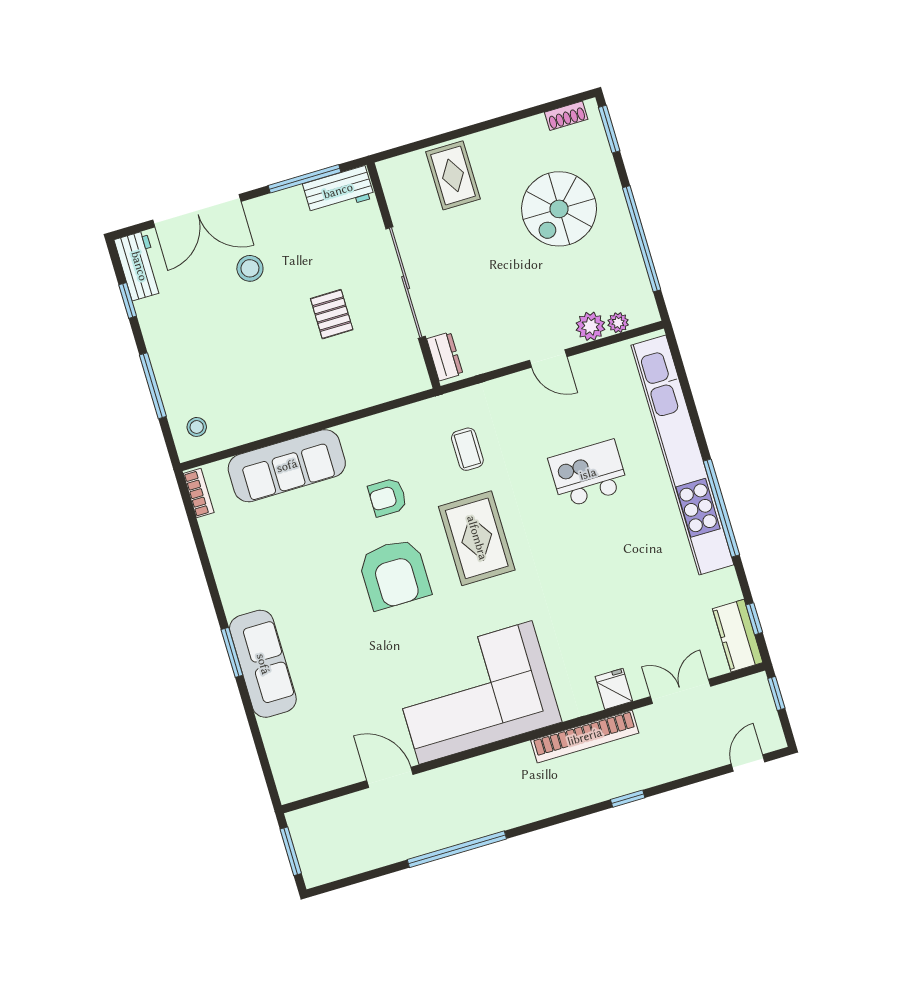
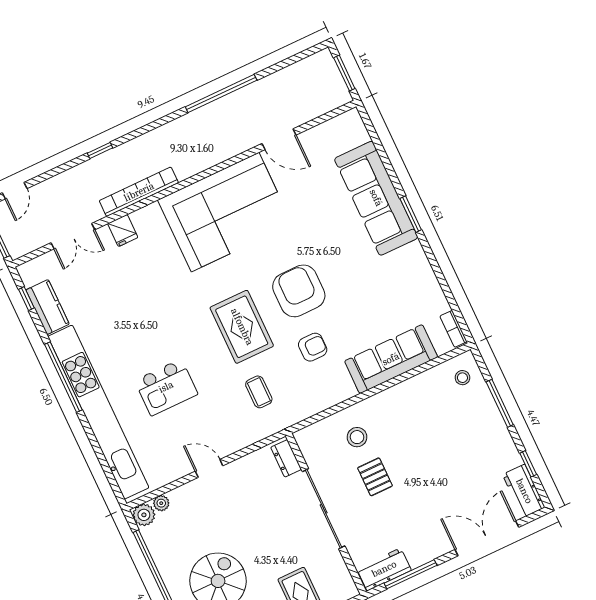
stool: (250, 268) -> (357, 437), moved
plant: (590, 326) -> (144, 515), moved
kitchen counter: (738, 636) -> (48, 307), moved
sofa: (263, 664) -> (376, 198), width x1.36, depth x1.27

